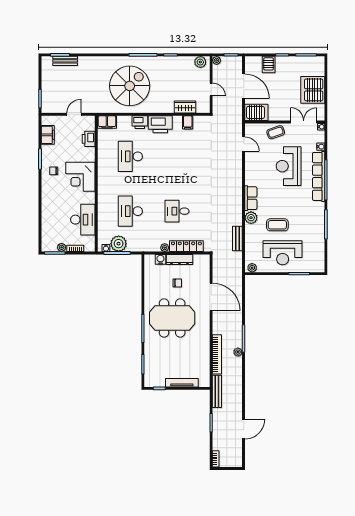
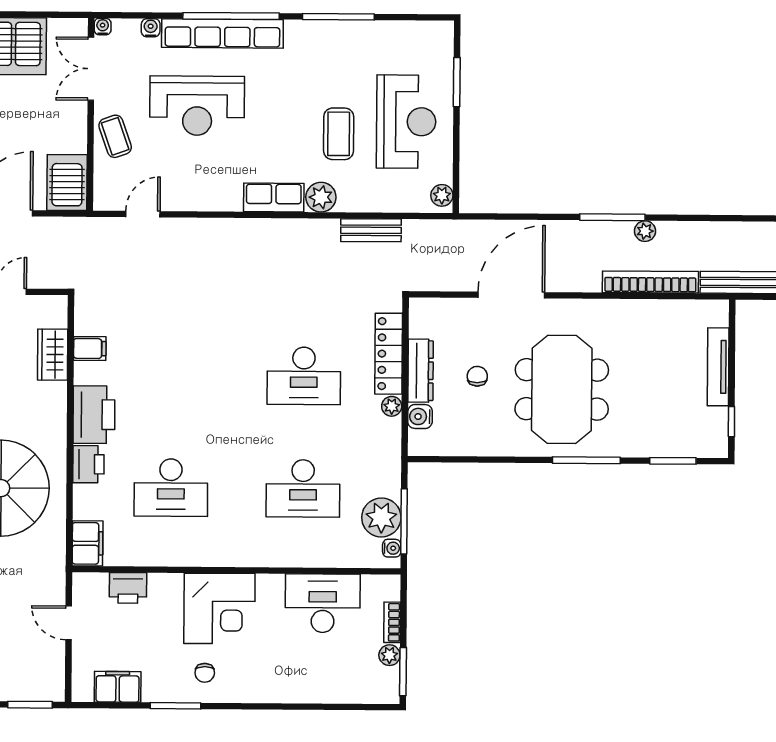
desk: (177, 211) -> (304, 376), width x1.37

